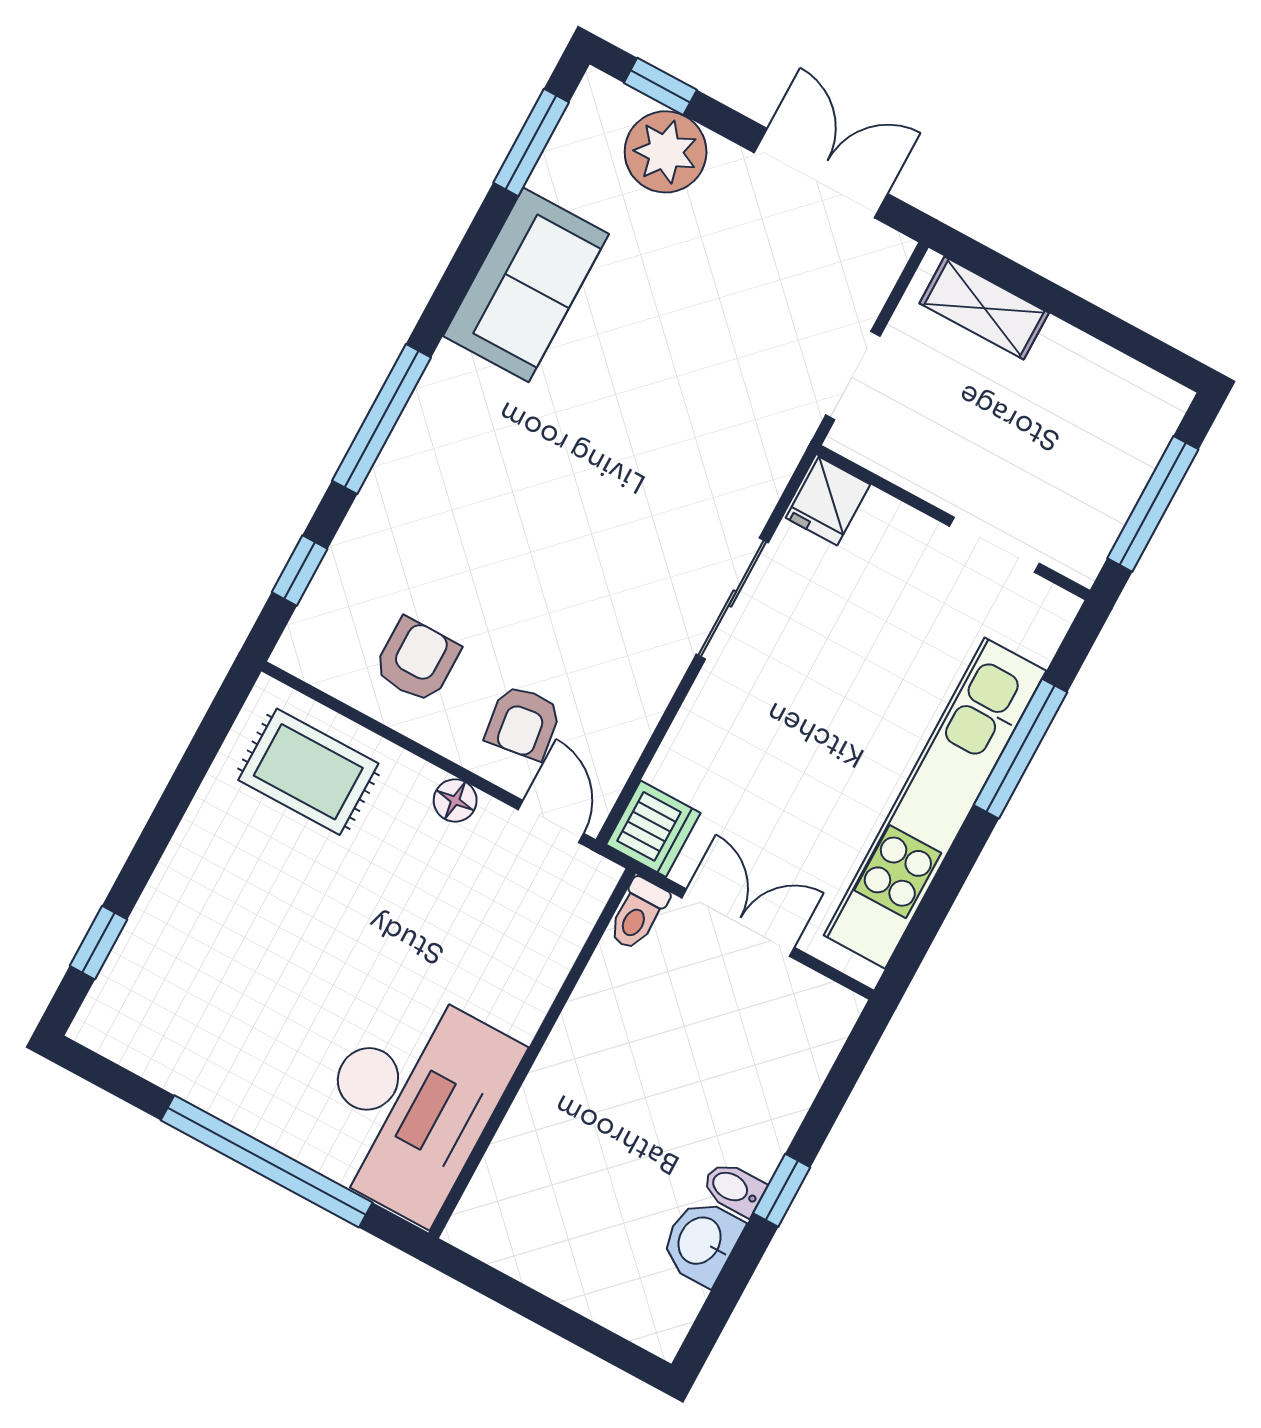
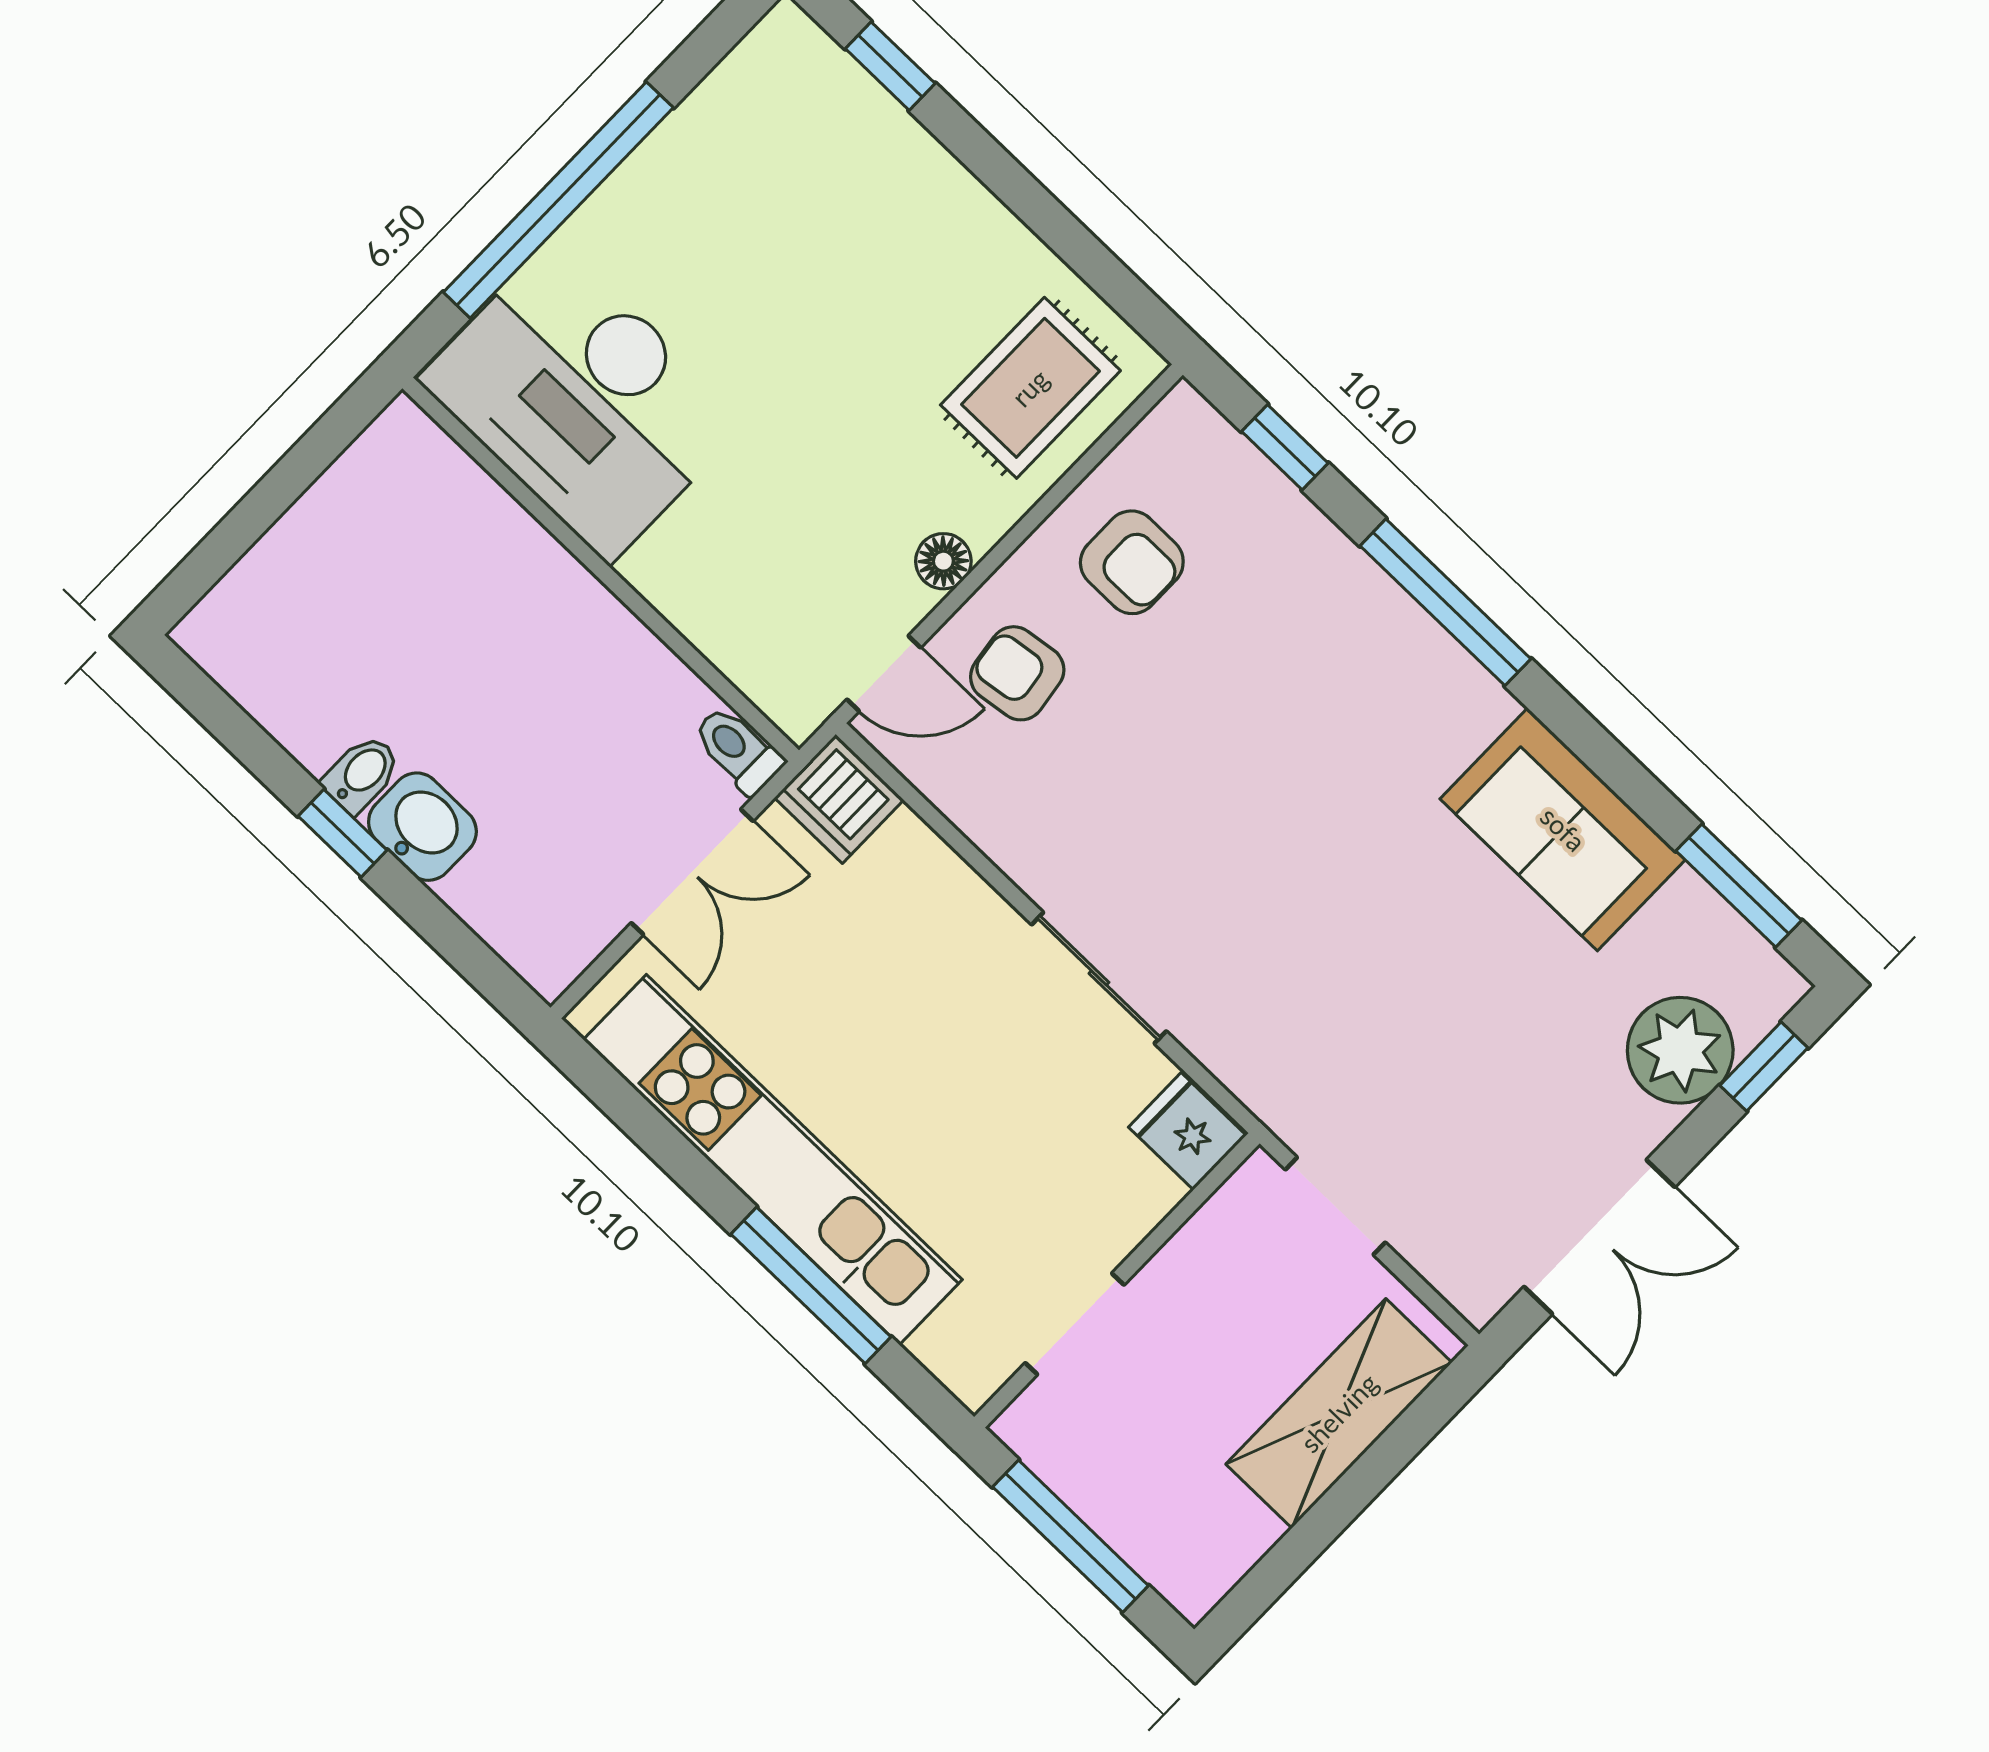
shelving: (984, 308) -> (1339, 1413), width x1.50, depth x1.33
washbasin: (701, 1241) -> (422, 827), moved

